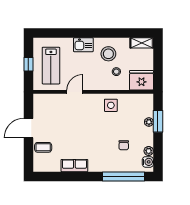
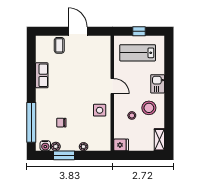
fridge: (141, 80) -> (121, 145), width x0.53, depth x0.75
door: (75, 92) -> (112, 86), moved
window: (158, 121) -> (64, 155), moved

